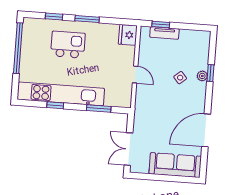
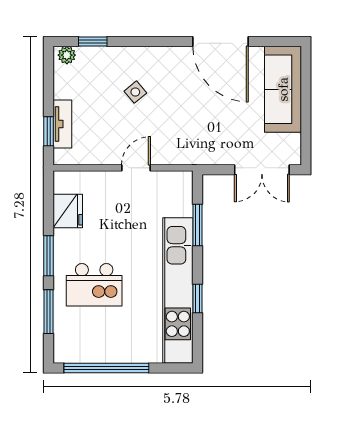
window: (54, 16) -> (49, 312), width x1.50
fridge: (128, 35) -> (68, 211), moved, turned -90
kitchen island: (68, 45) -> (94, 285), turned -90
window: (210, 73) -> (93, 42), moved
plant: (202, 76) -> (67, 55), moved

